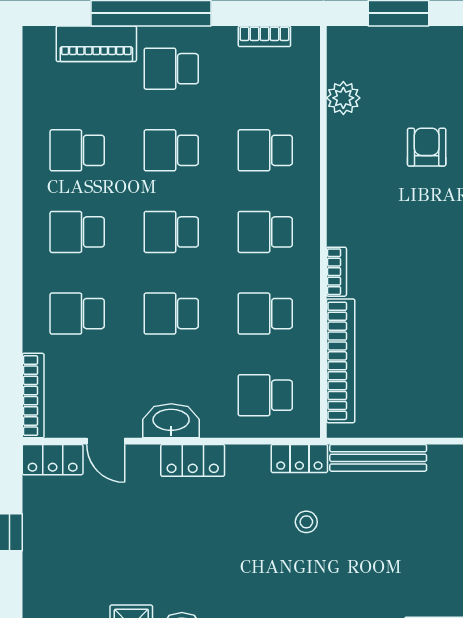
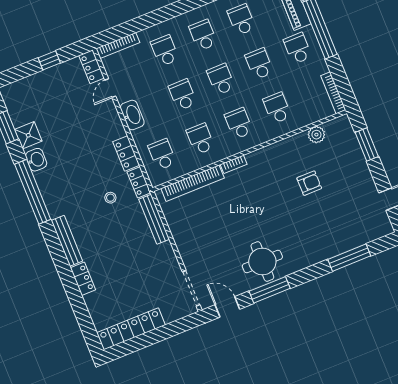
bookcase: (264, 36) -> (333, 93), width x1.56
locker: (193, 460) -> (126, 154), moved

